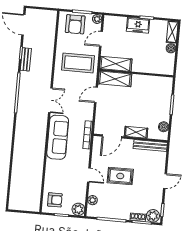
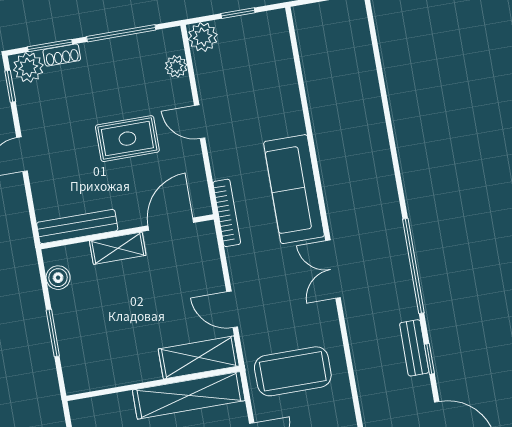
shelving: (116, 64) -> (189, 395), width x1.47
door: (96, 95) -> (232, 309), swing flipped
armchair: (55, 200) -> (262, 44), removed

